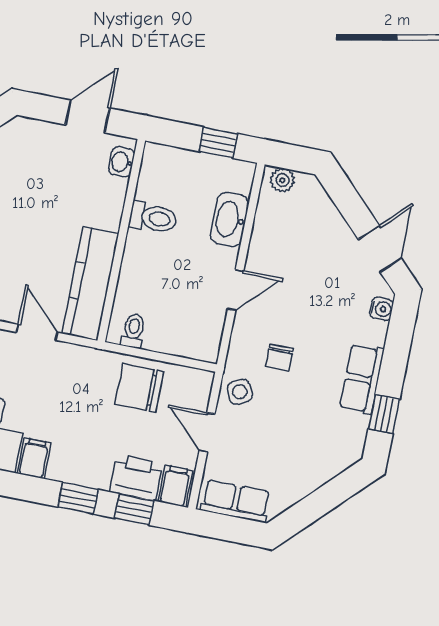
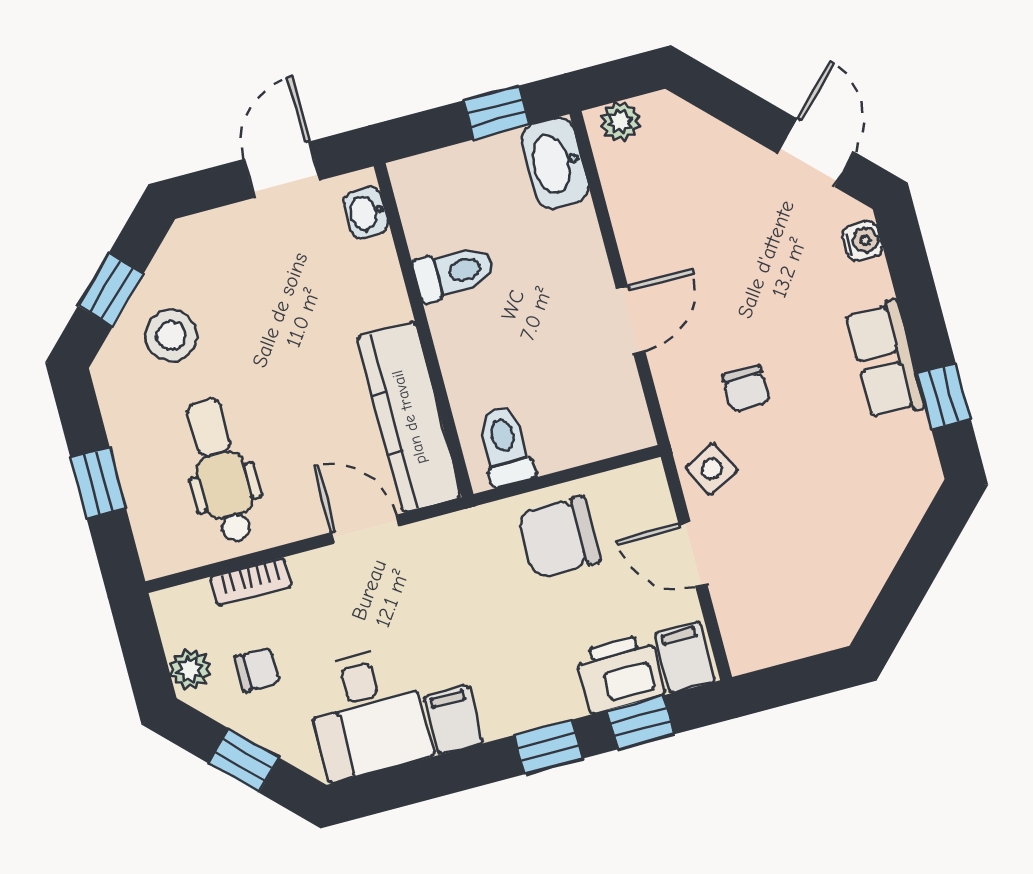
washbasin: (230, 220) -> (555, 163), moved
toilet: (133, 331) -> (505, 446), width x1.37, depth x1.39
row of seats: (236, 501) -> (786, 635), removed

